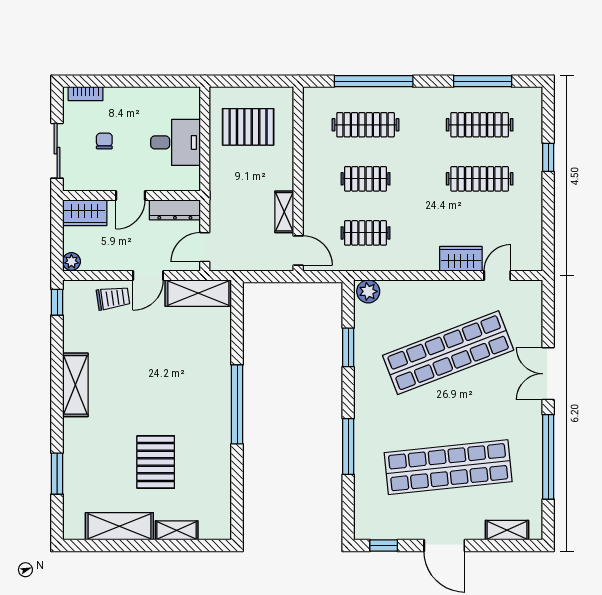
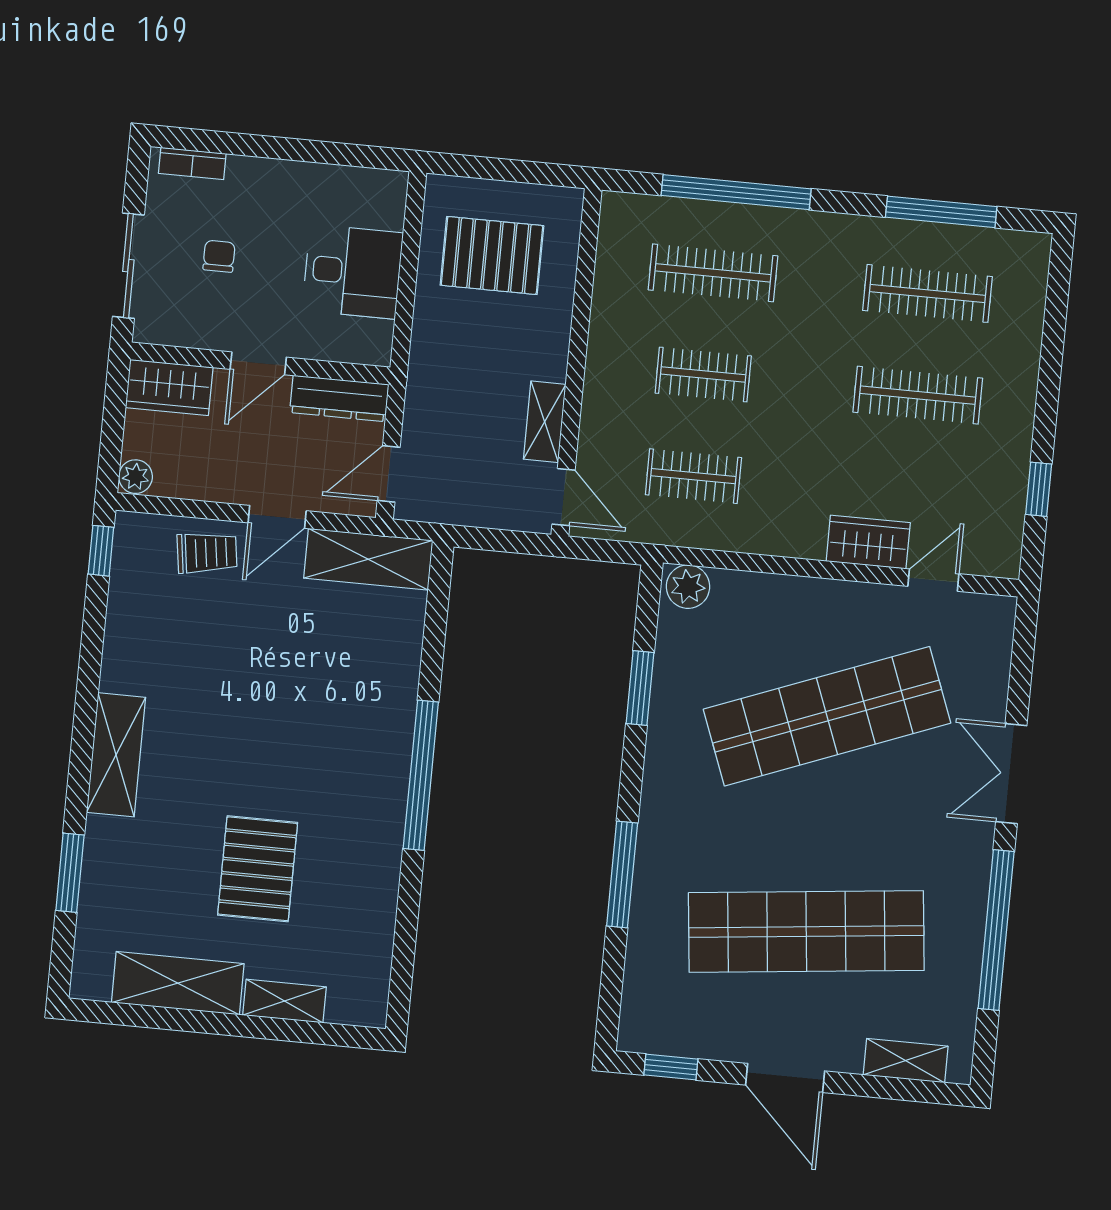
window: (548, 157) -> (1039, 489), moved
shelving: (75, 385) -> (116, 755), moved

